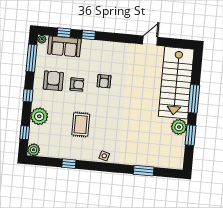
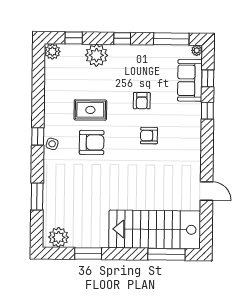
armchair: (53, 81) -> (92, 142), moved
window: (194, 99) -> (166, 254), moved
plant: (179, 127) -> (59, 237), moved
window: (69, 164) -> (38, 136), moved

